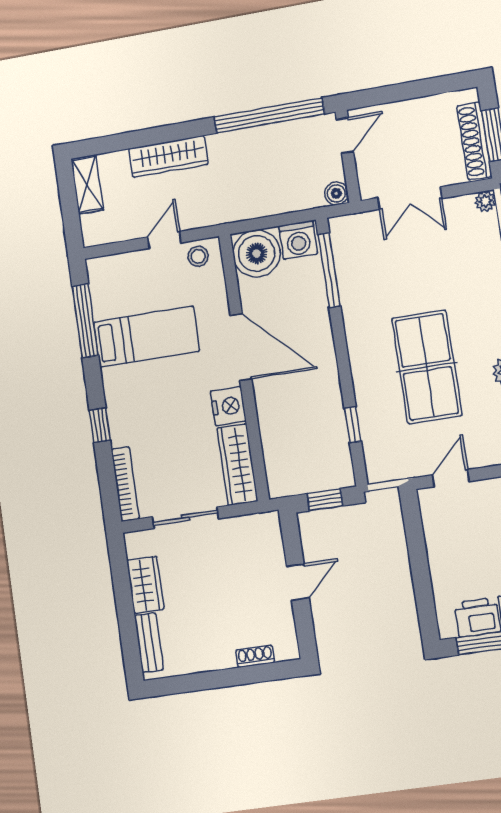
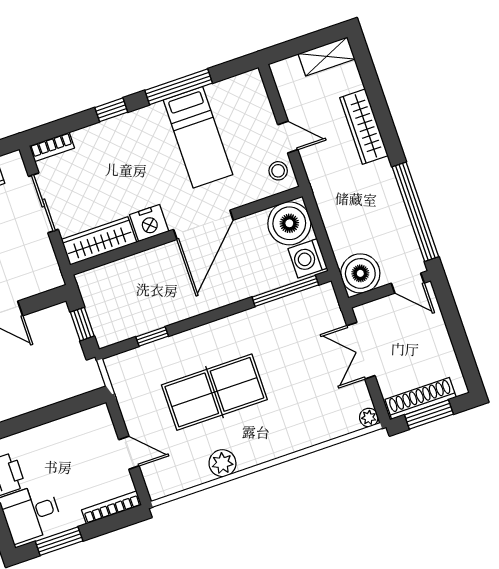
boiler: (336, 193) -> (360, 273), width x1.86, depth x1.86
window: (85, 321) -> (179, 87), moved
door: (451, 478) -> (129, 453), moved
bookcase: (125, 484) -> (52, 147), width x0.64

